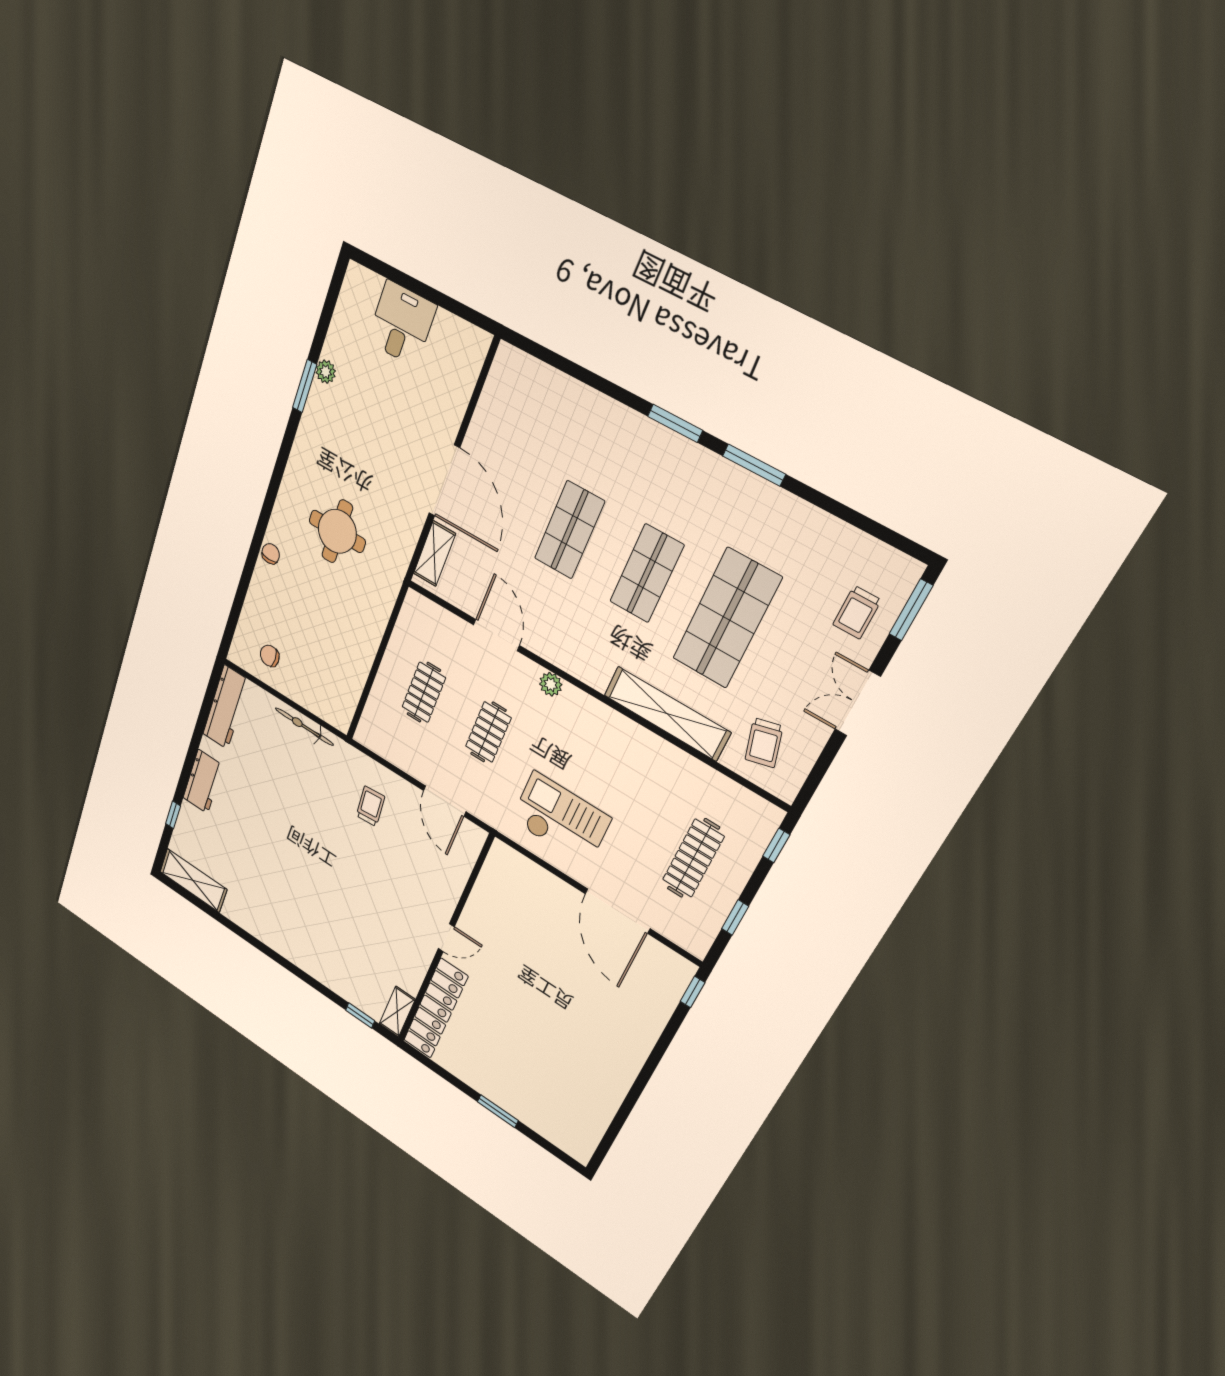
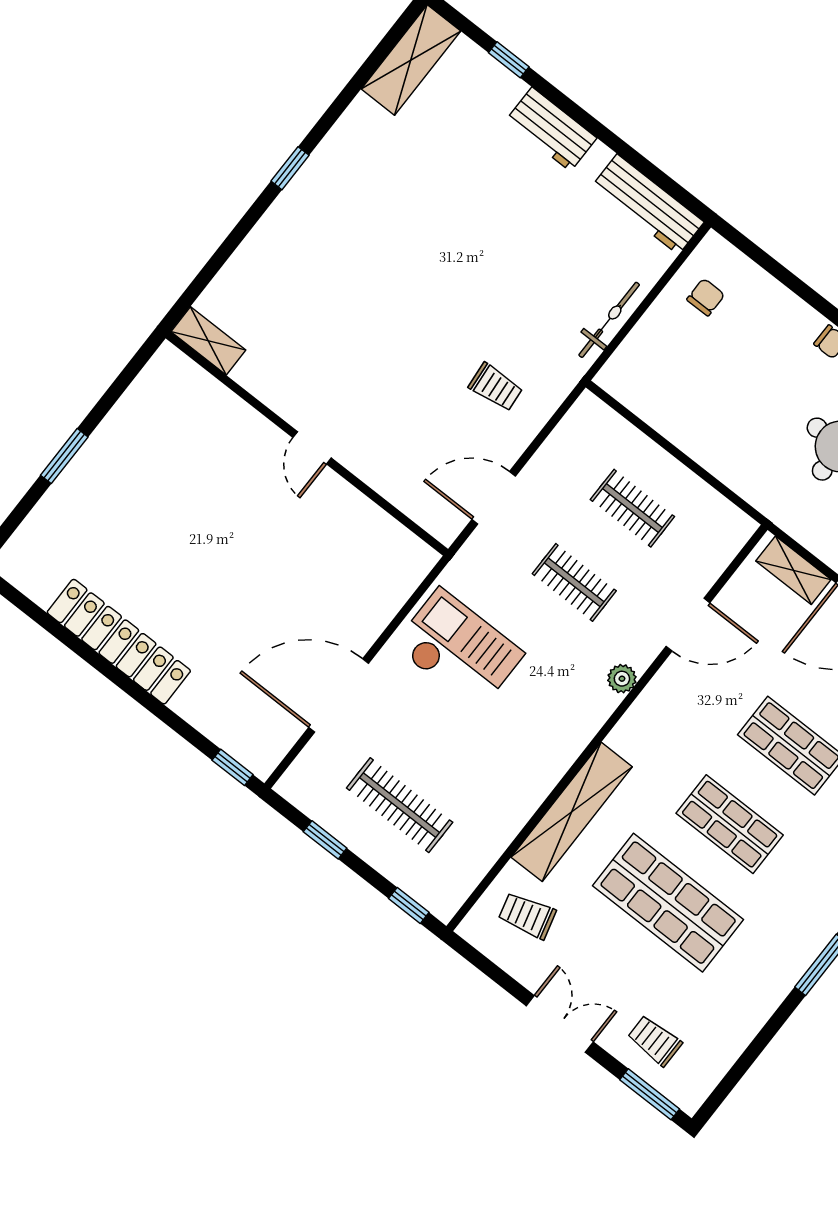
checkout: (561, 819) -> (459, 650), turned -90
locker: (436, 1009) -> (119, 642), moved, turned 180
window: (360, 1015) -> (290, 168), moved

